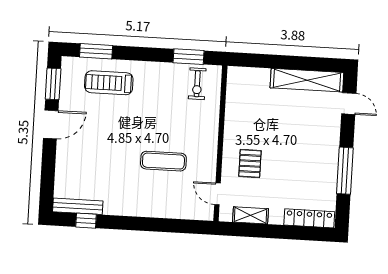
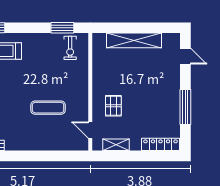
shelving: (307, 80) -> (134, 40), moved

